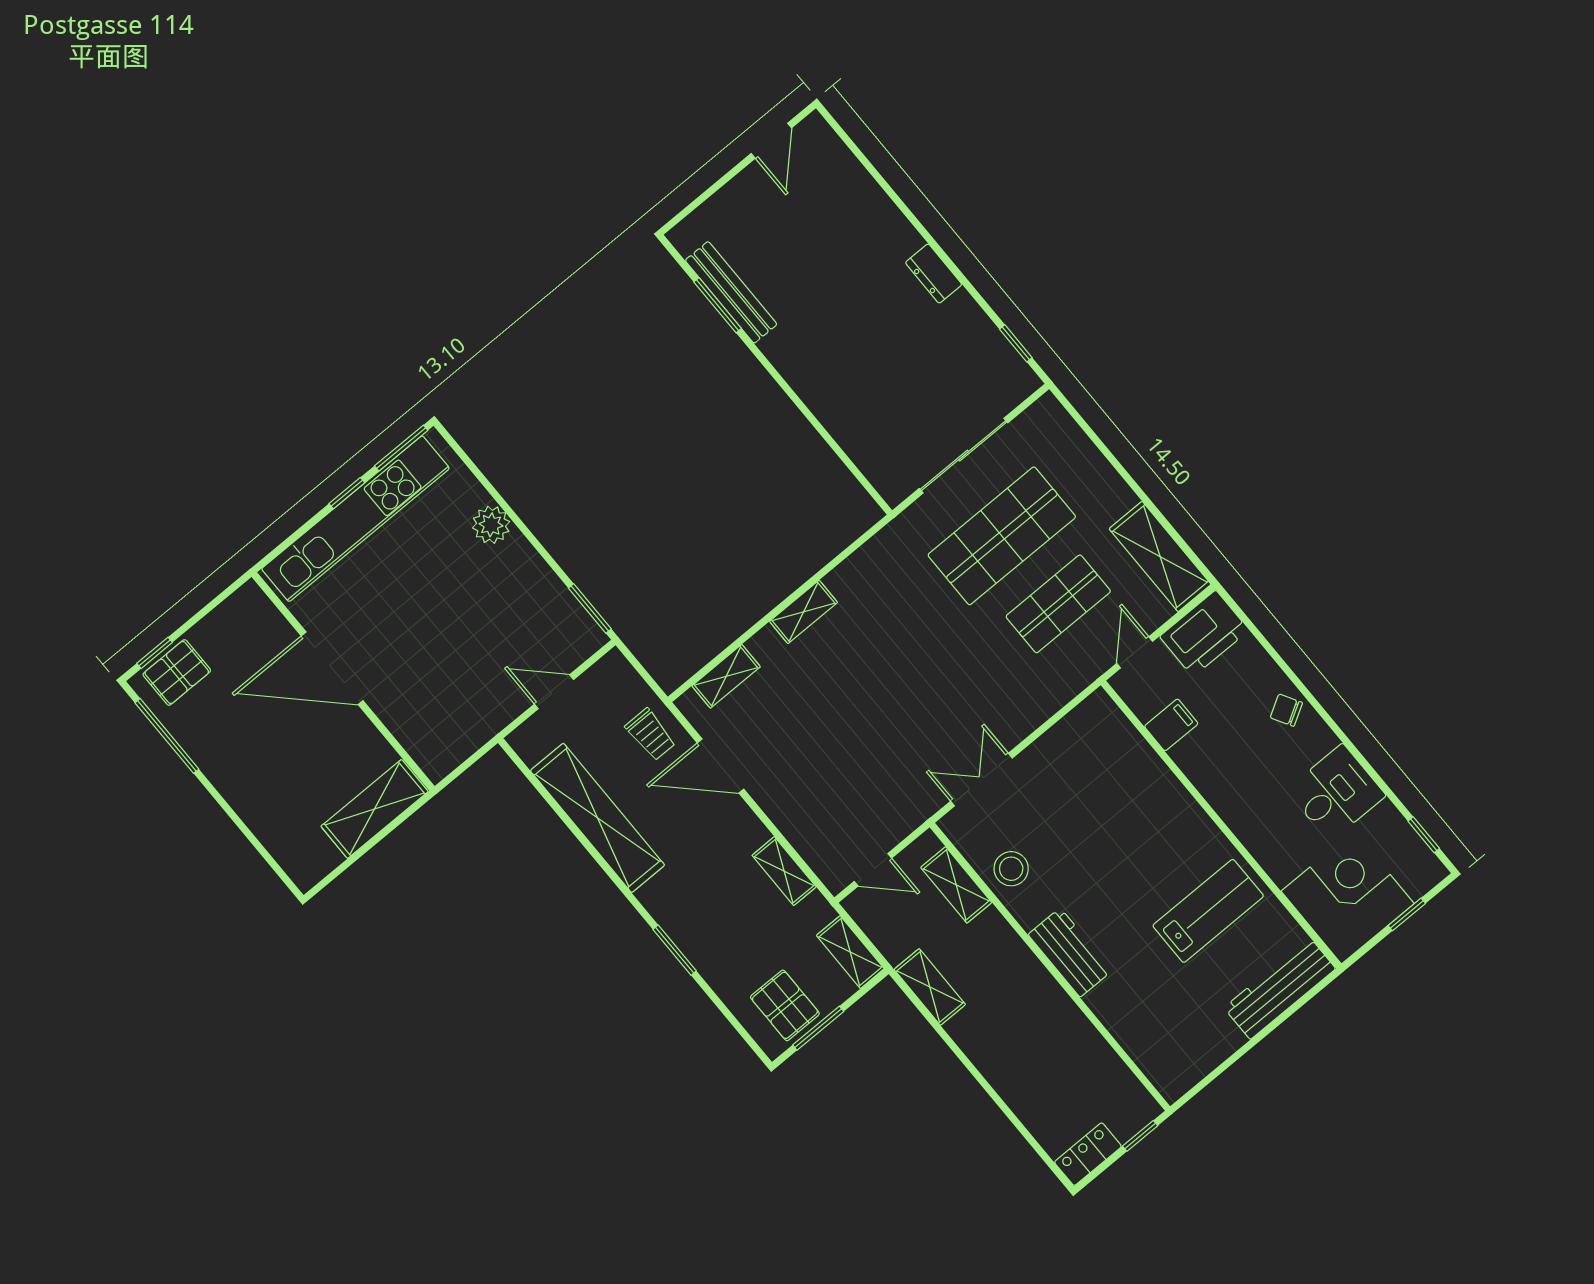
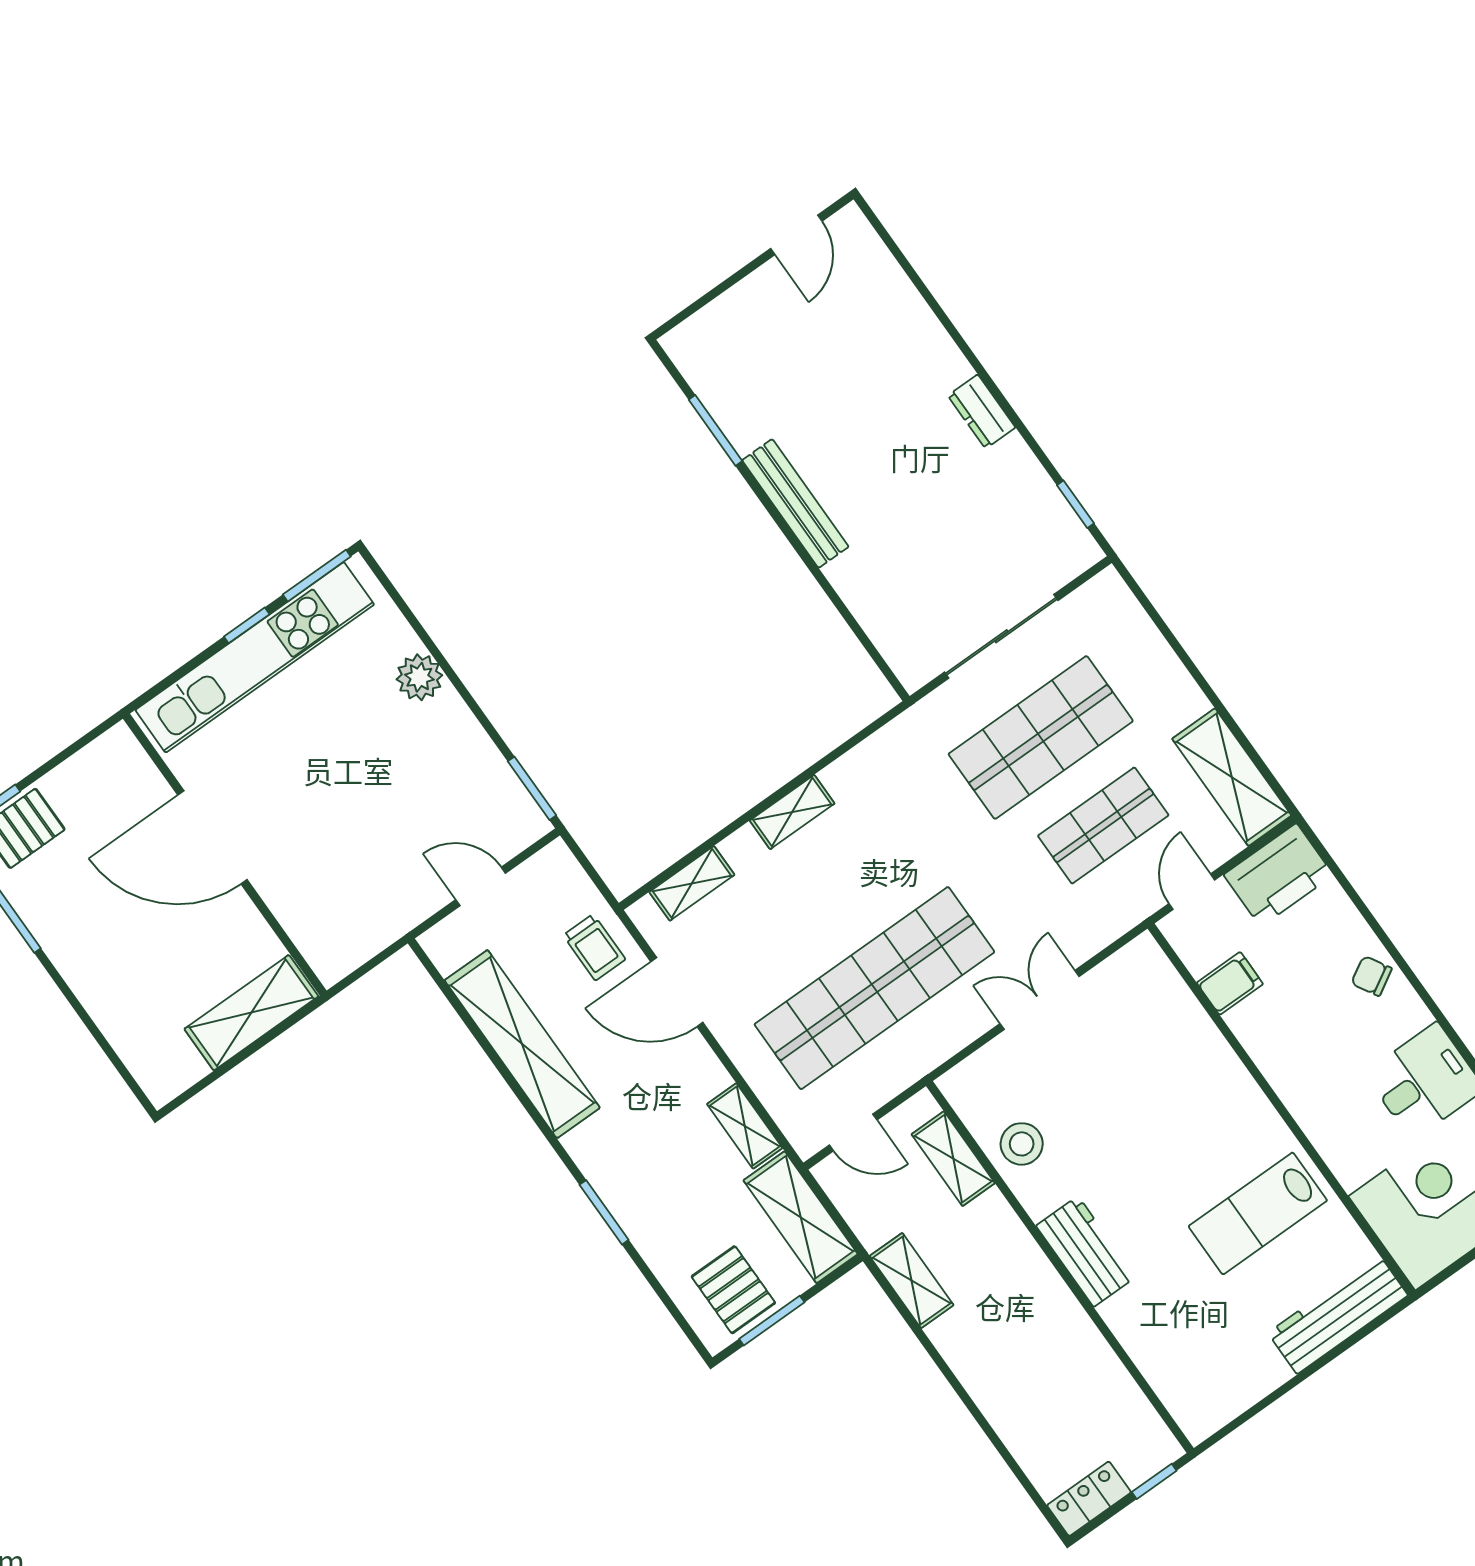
bench: (731, 292) -> (795, 503), moved
shop shelf: (882, 751) -> (874, 988), added
double door: (981, 780) -> (1040, 1000), moved
lab bench: (1208, 911) -> (1258, 1213), turned 180
shelving: (850, 952) -> (801, 1217), width x1.50, depth x1.33

